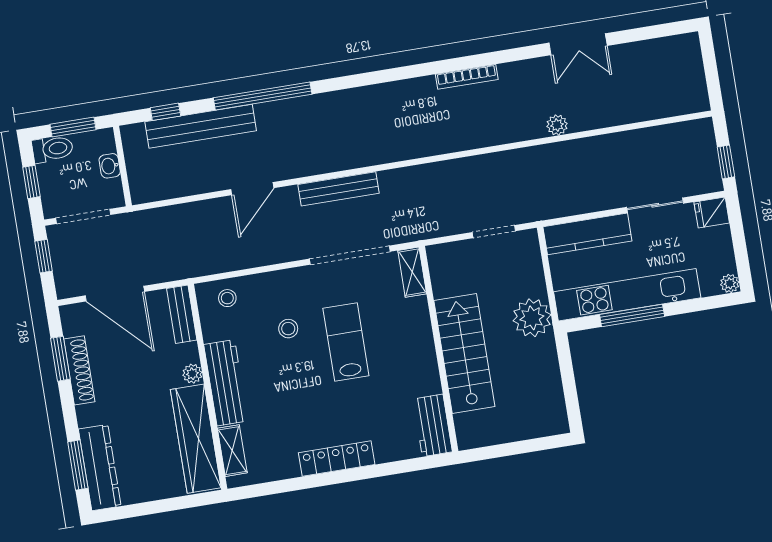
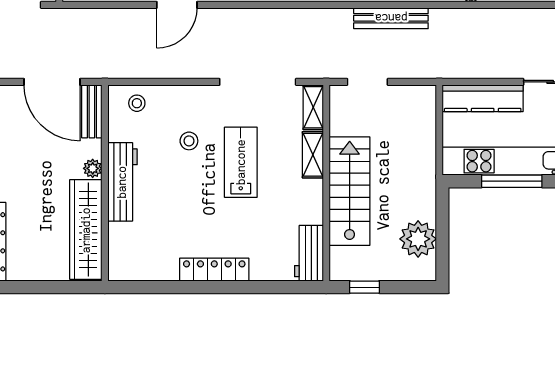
bench: (339, 189) -> (391, 18), moved
doorway: (494, 232) -> (367, 82), moved
door: (115, 294) -> (52, 82), moved
plant: (532, 318) -> (418, 239), moved
shelving: (232, 451) -> (313, 155), moved
window: (496, 451) -> (364, 287), added

